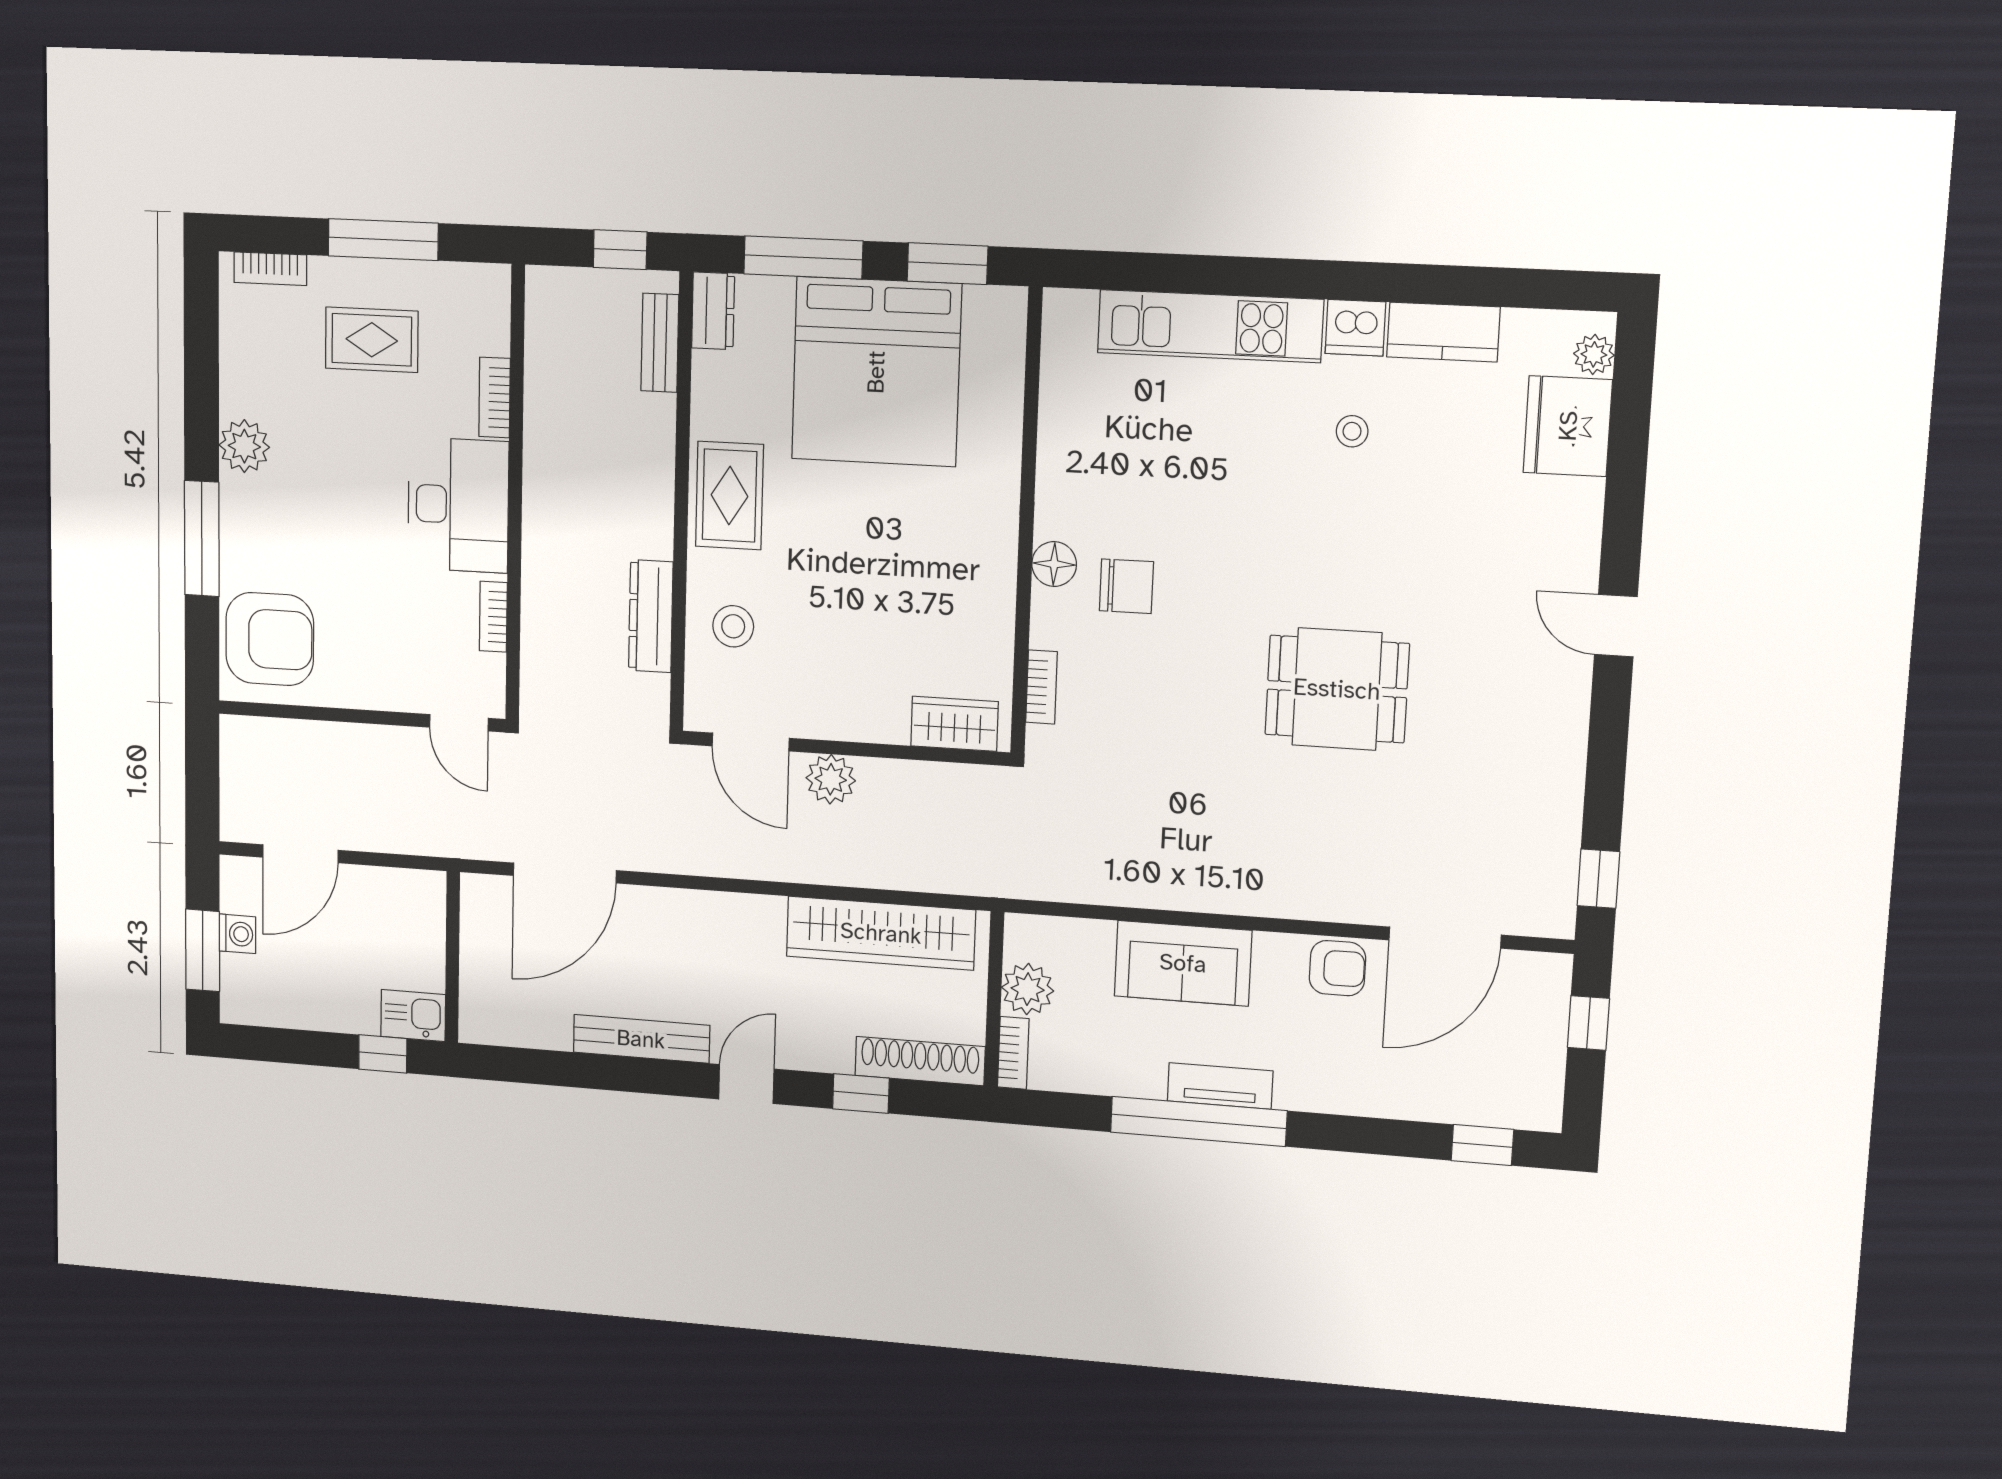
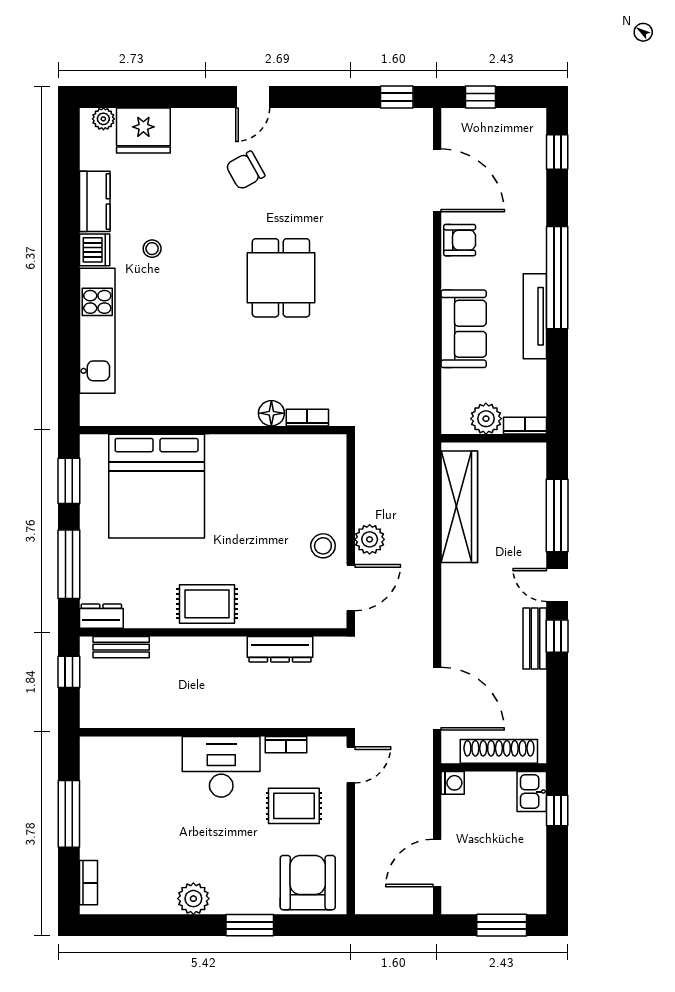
rug: (372, 340) -> (294, 806), moved, turned 90
bed: (876, 372) -> (157, 486), moved, turned 90
bookcase: (494, 398) -> (157, 746), removed
window: (202, 539) -> (250, 925), width x0.69
floor lamp: (1054, 564) -> (271, 413), moved
chair: (1126, 586) -> (245, 170), moved, turned -119
stool: (733, 626) -> (323, 546), moved
dining table: (1337, 689) -> (281, 278), moved
wardrobe: (954, 724) -> (332, 467), removed
door: (300, 854) -> (437, 863), swing flipped
washing machine: (237, 934) -> (453, 783), moved, turned 90
armchair: (1337, 968) -> (460, 240), turned 90
bench: (641, 1039) -> (535, 639), width x0.73
shoe rack: (920, 1061) -> (499, 751), moved, turned 90
window: (663, 1077) -> (557, 636), added
tv unit: (1220, 1086) -> (535, 316), width x1.41
window: (861, 1093) -> (557, 516), width x2.17
window: (1199, 1121) -> (557, 278), moved

